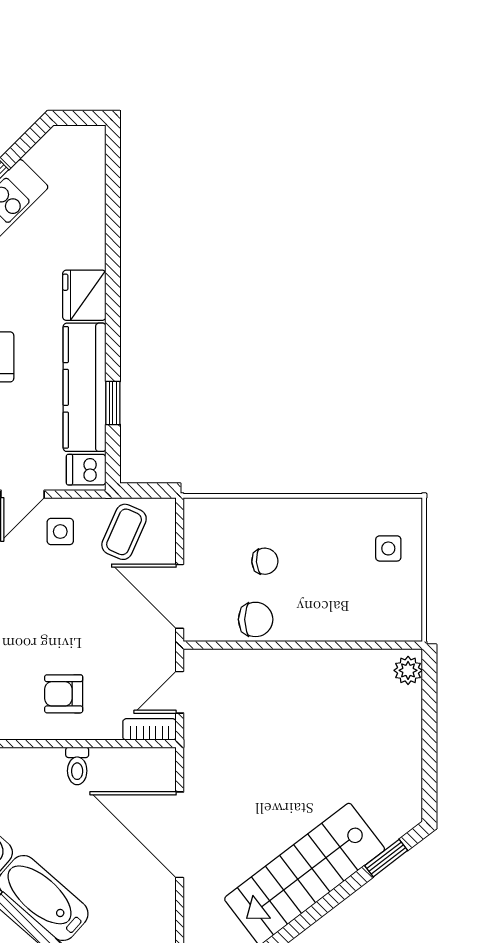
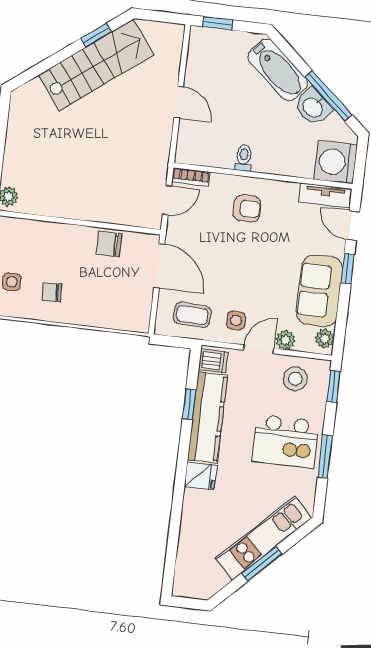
fridge: (84, 295) -> (201, 476), width x0.72
coffee table: (124, 532) -> (192, 315), turned 68
chair: (265, 561) -> (52, 292), moved
door: (180, 835) -> (179, 102), width x0.53
window: (386, 858) -> (96, 35), moved

